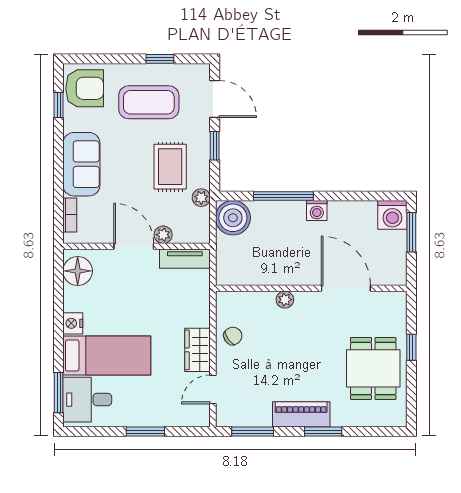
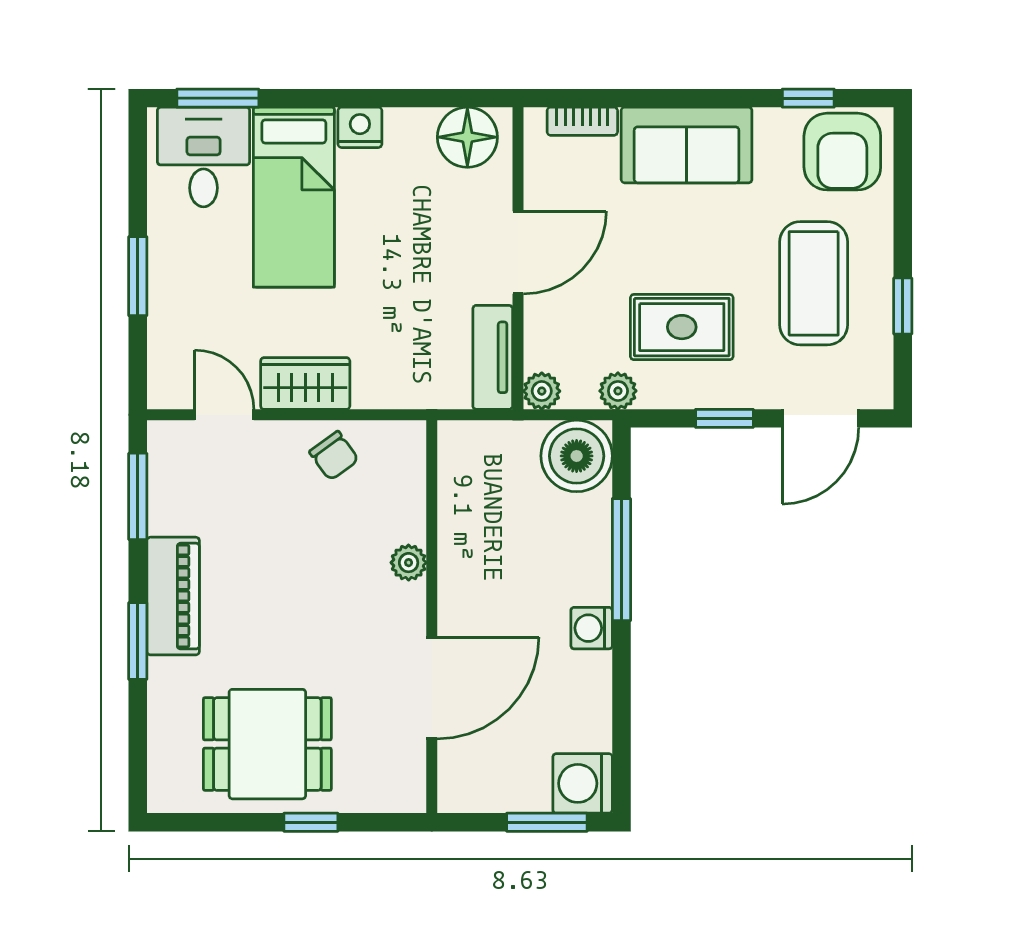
plant: (163, 235) -> (542, 391), moved

